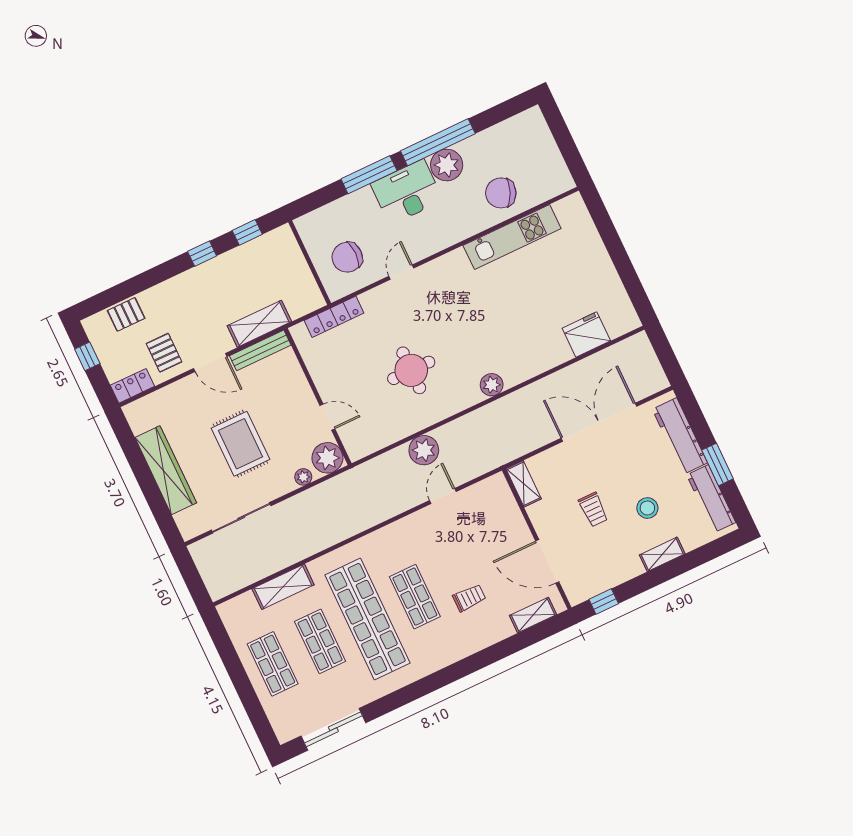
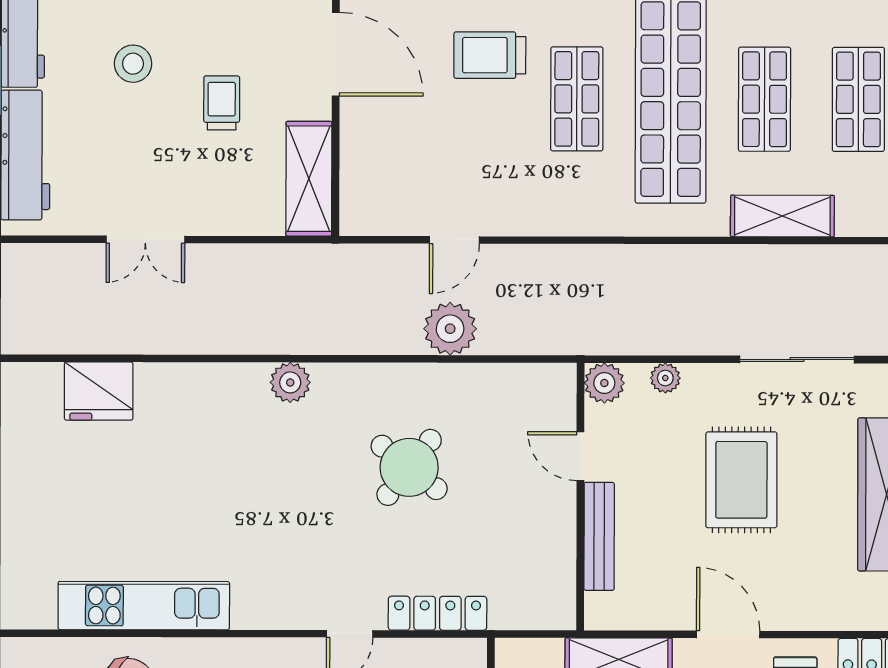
locker: (334, 317) -> (437, 613), moved
bench: (260, 350) -> (599, 536), moved, turned 90
round table: (411, 370) -> (409, 467), turned 38
double door: (599, 422) -> (145, 239), width x0.54
plant: (327, 458) -> (604, 383), width x0.73, depth x0.73
shelving: (524, 484) -> (309, 179), width x1.50, depth x1.33
trolley: (469, 598) -> (490, 55), width x1.36, depth x1.39

